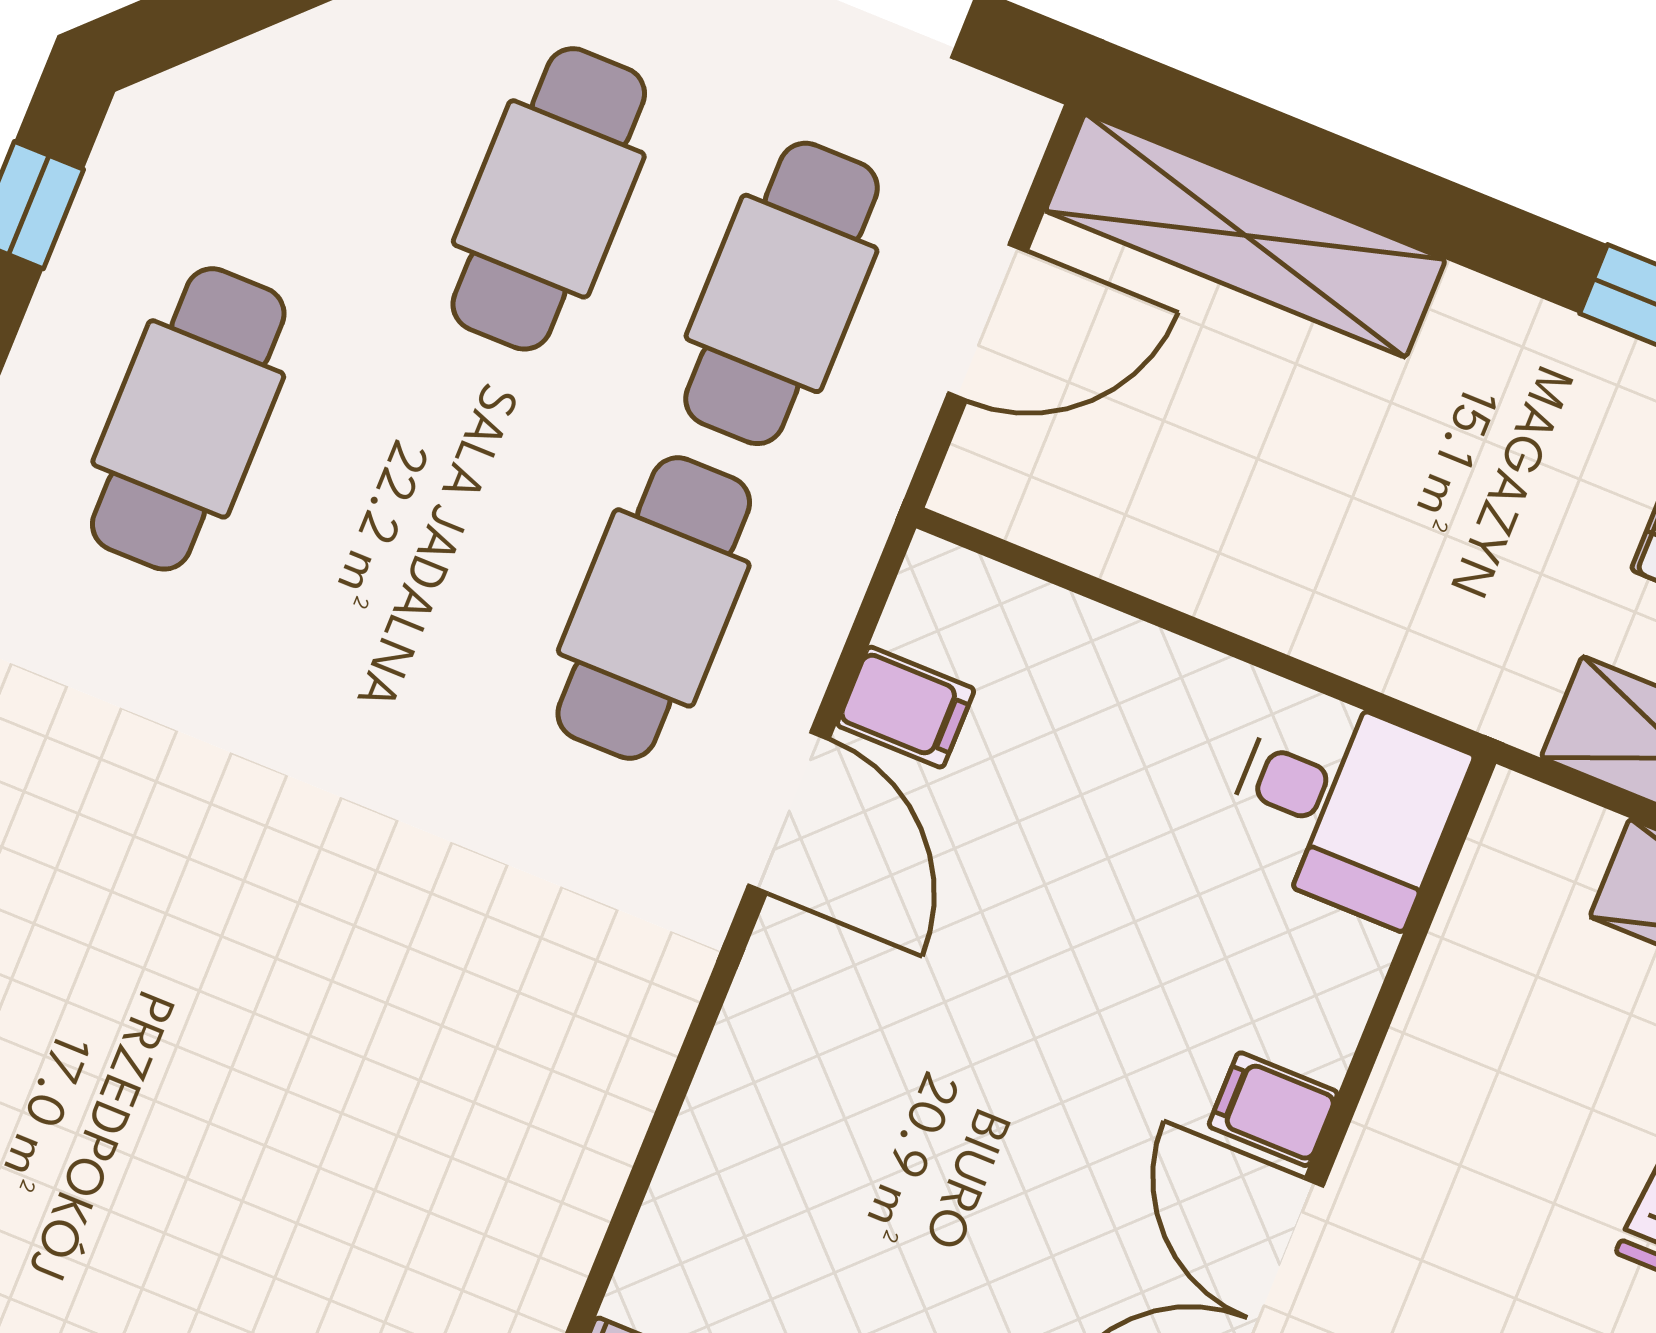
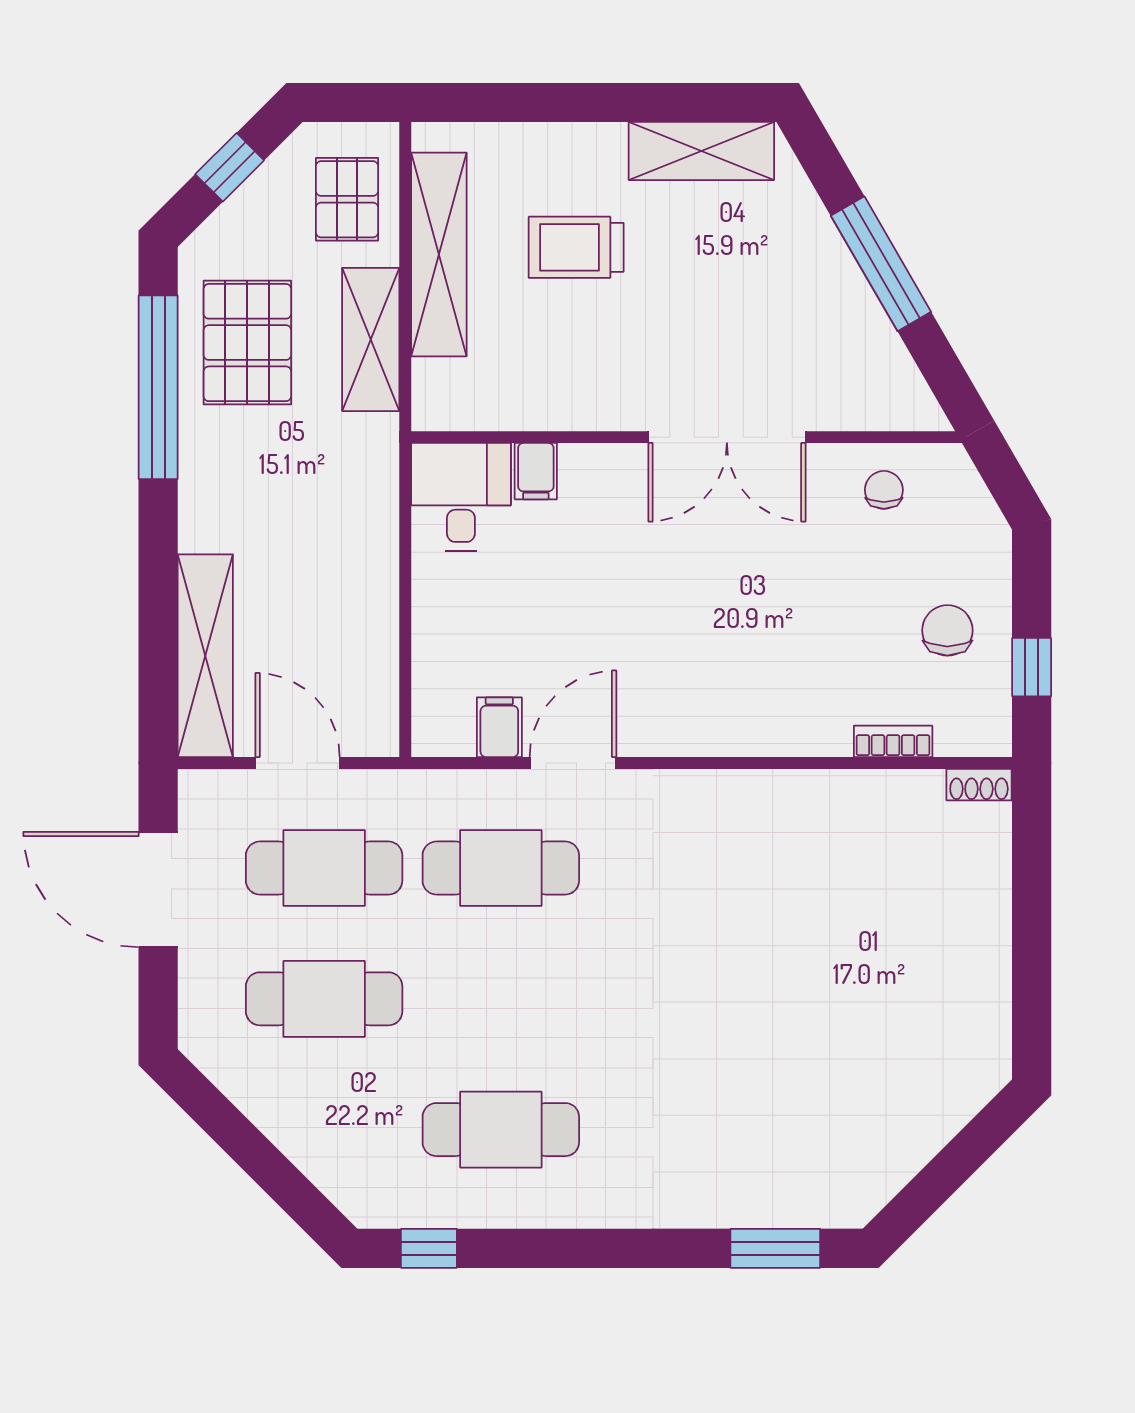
filing cabinet: (1273, 1109) -> (536, 471), moved

